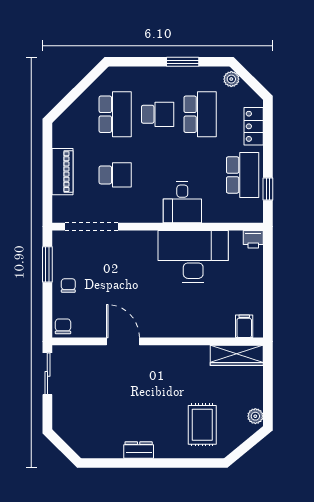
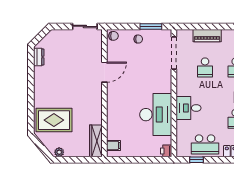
rug: (202, 425) -> (54, 120), width x1.36, depth x1.43
dresser: (139, 450) -> (39, 57), moved

